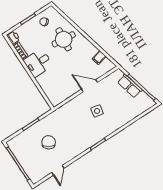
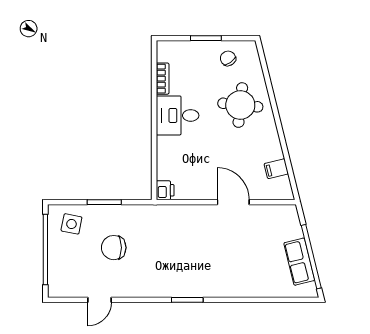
printer: (13, 38) -> (165, 190), moved
row of seats: (130, 86) -> (299, 262), moved
side table: (97, 111) -> (71, 224), moved
chair: (49, 142) -> (114, 248), turned -123

